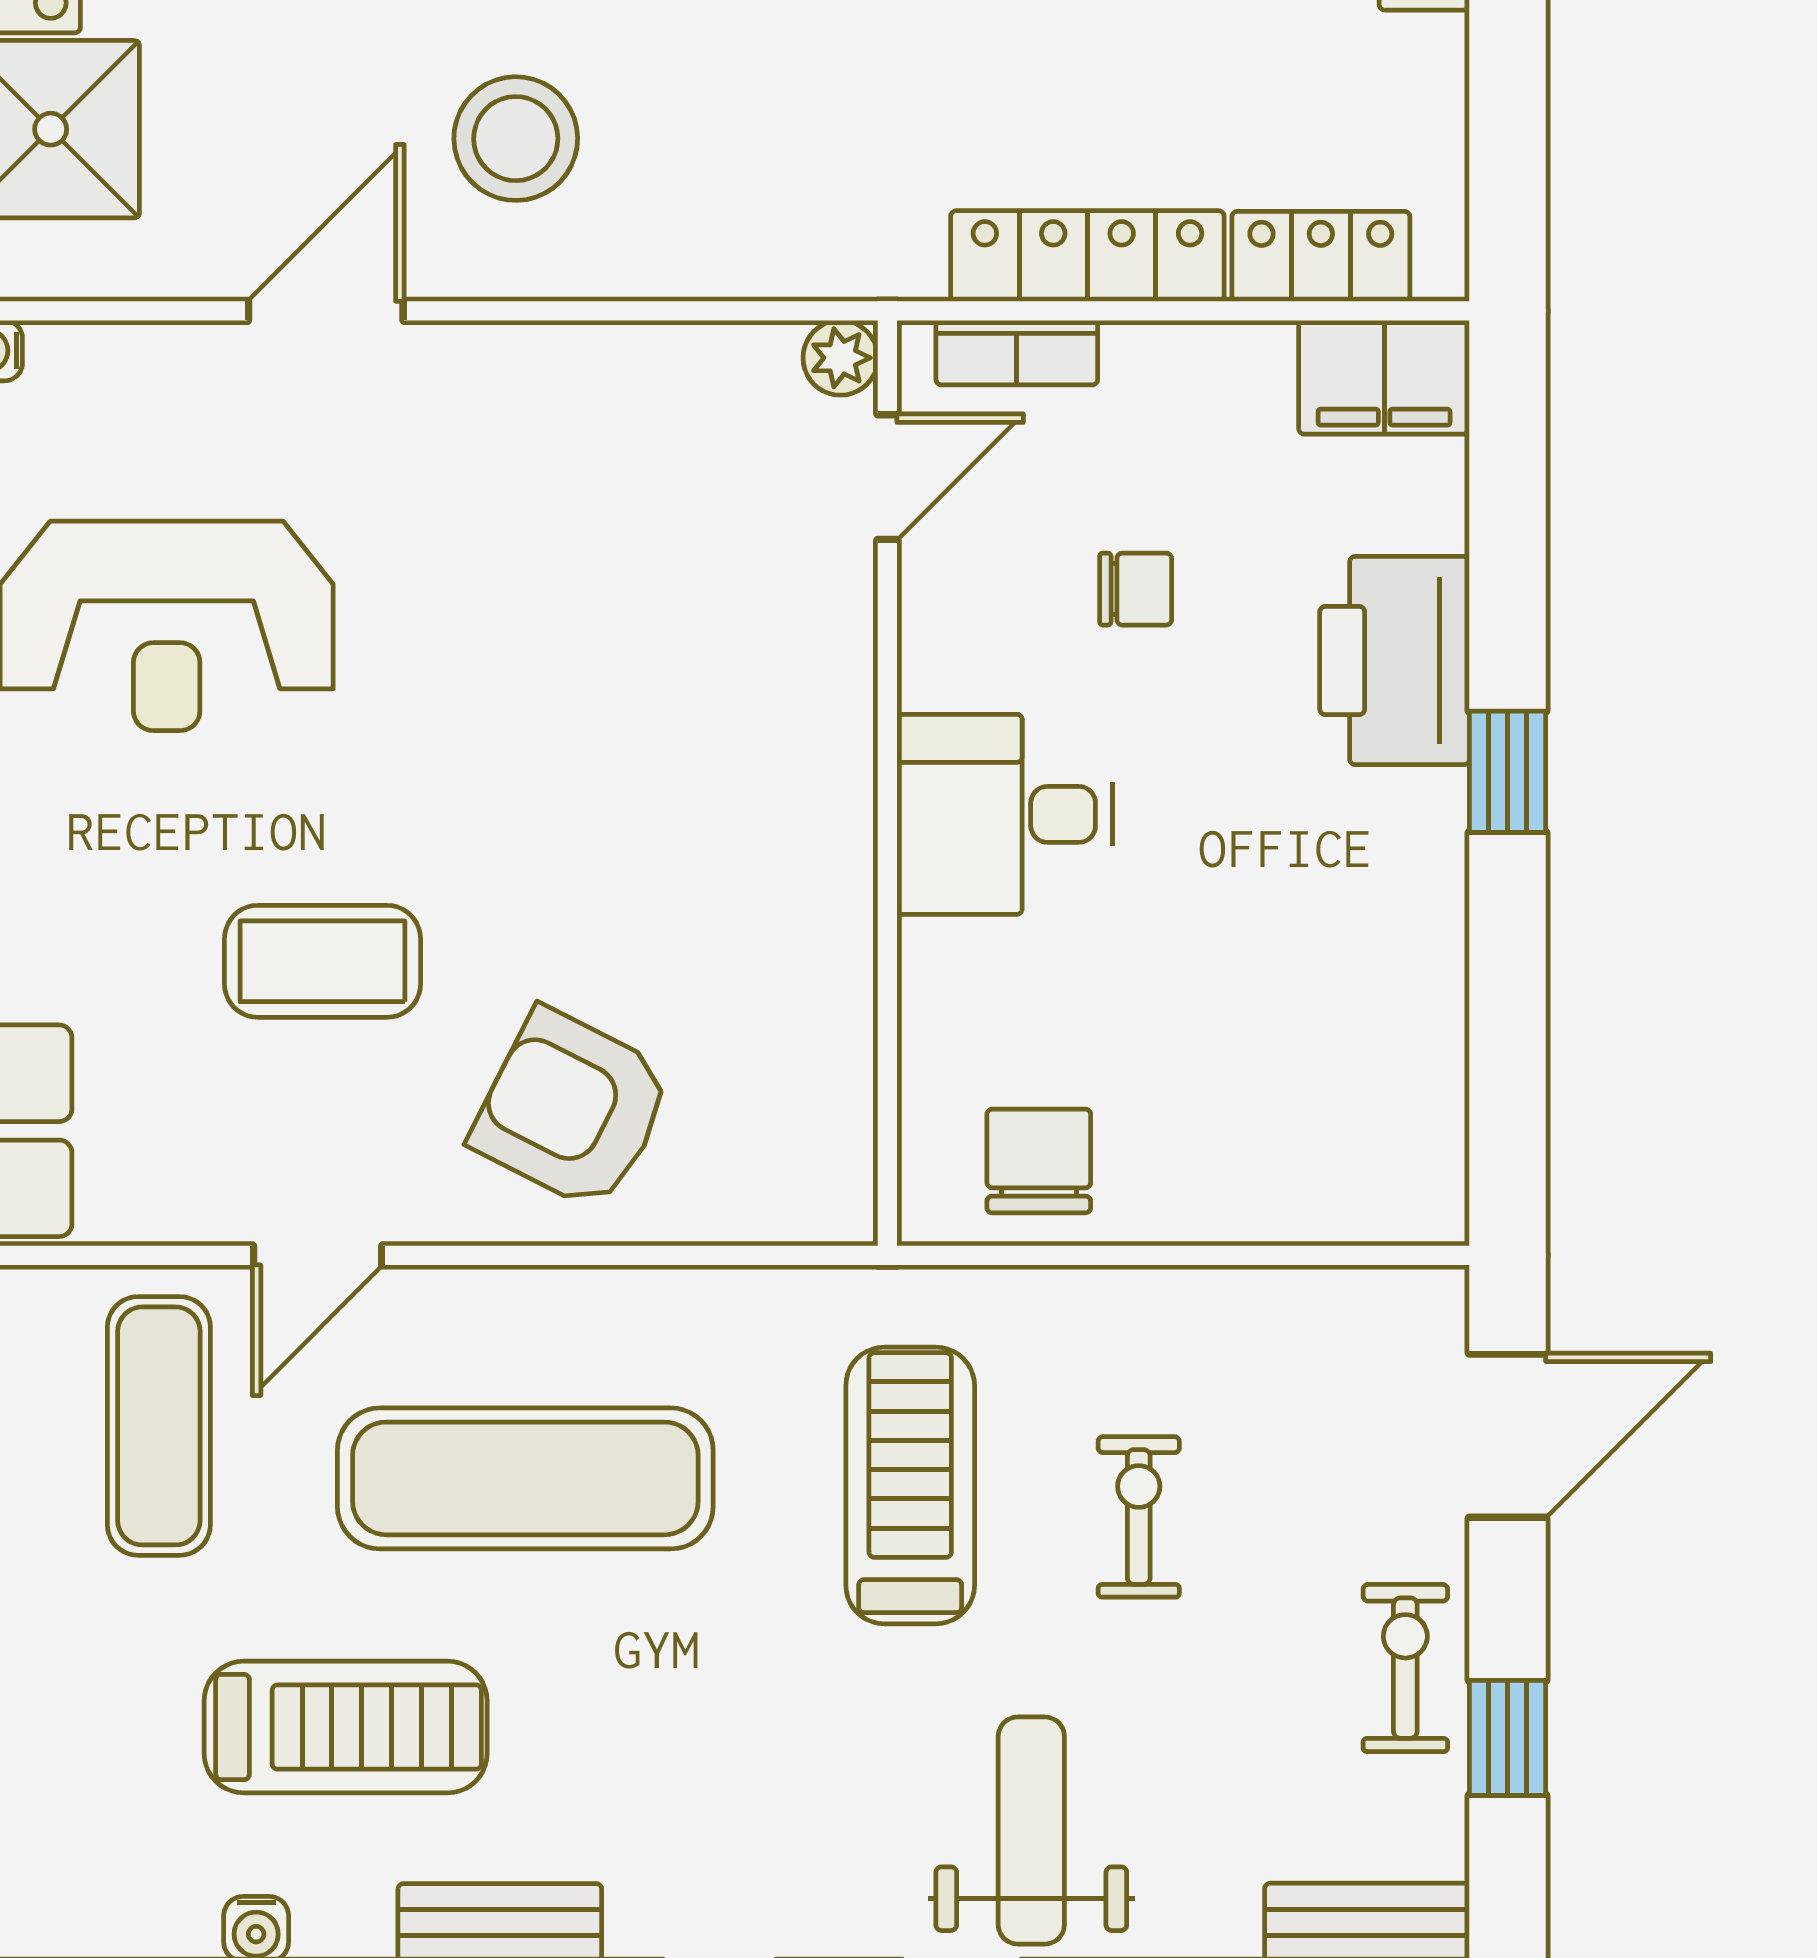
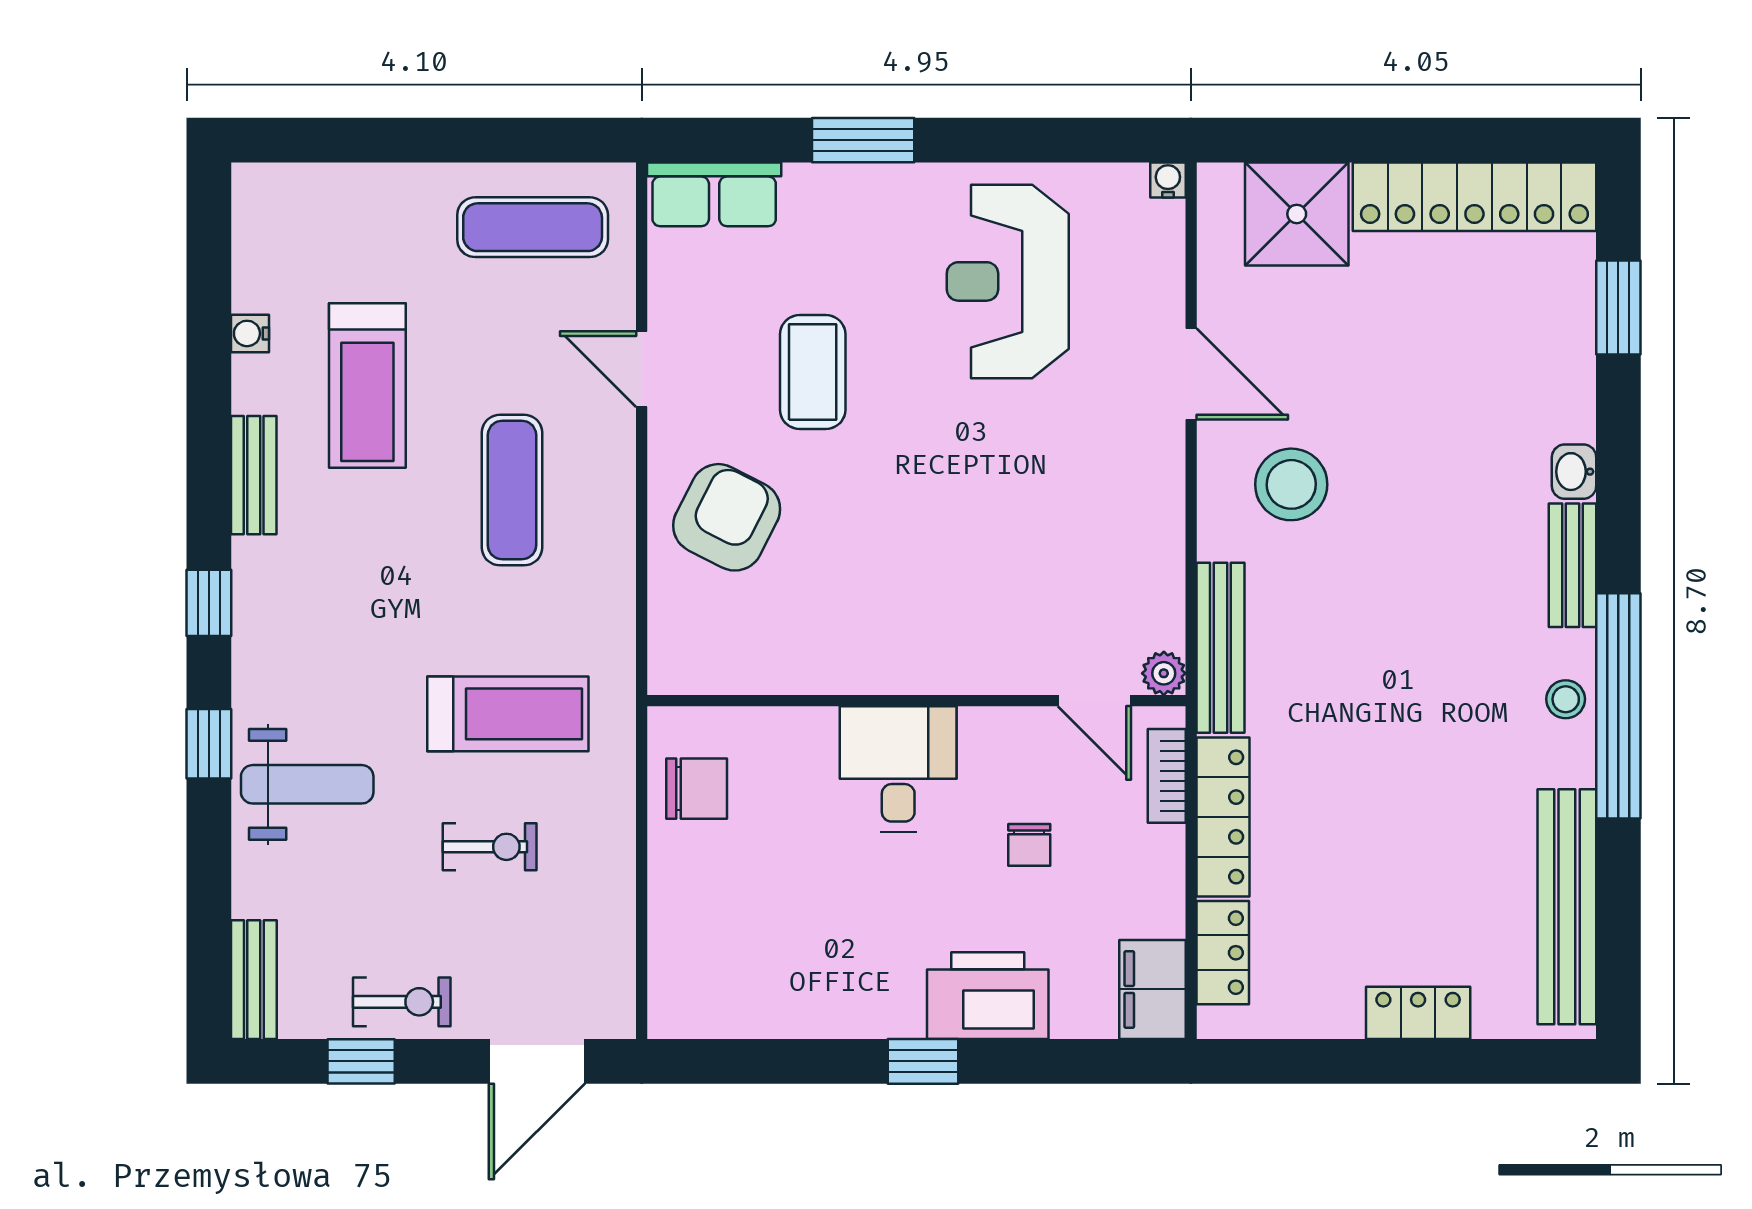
bench: (797, 260) -> (1220, 648), added
exercise mat: (159, 1426) -> (533, 227), moved
door: (1508, 1436) -> (537, 1061), hinge flipped
exercise mat: (525, 1478) -> (512, 490), width x0.73, depth x0.69

